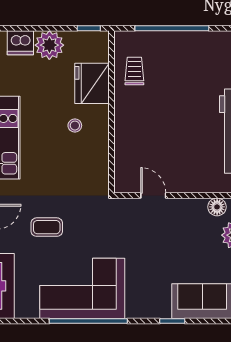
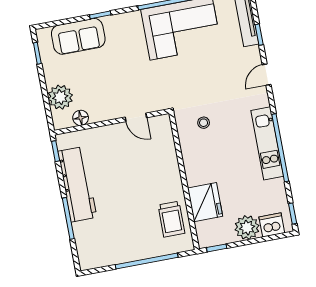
trolley: (134, 71) -> (171, 219), width x1.36, depth x1.39
stool: (75, 126) -> (204, 123), moved
coffee table: (47, 227) -> (221, 74), removed

